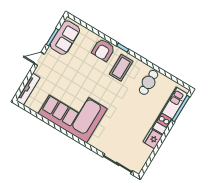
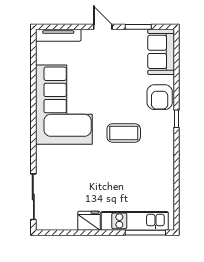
sofa: (65, 38) -> (161, 52), moved, turned 90
armchair: (103, 50) -> (160, 97), turned -90
coffee table: (121, 68) -> (124, 133), moved
cafe table: (149, 82) -> (154, 175), removed

